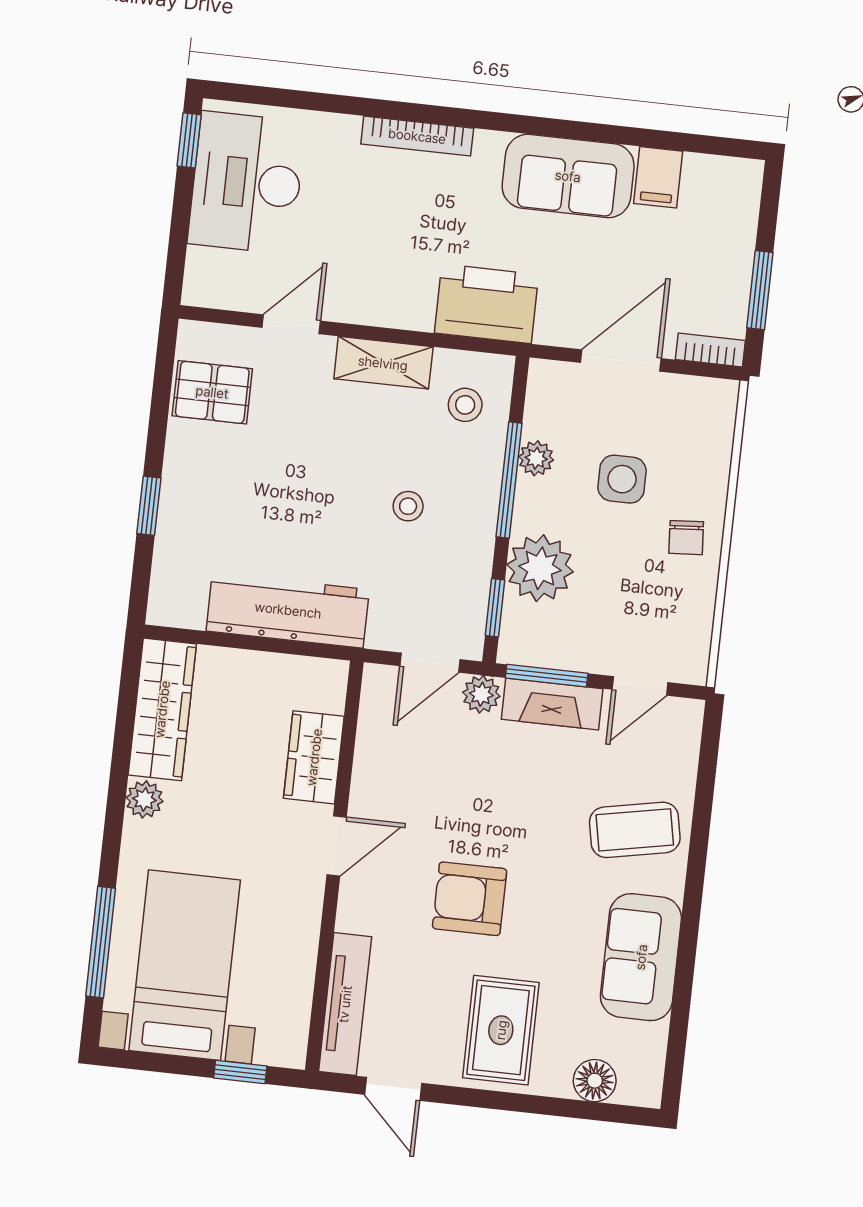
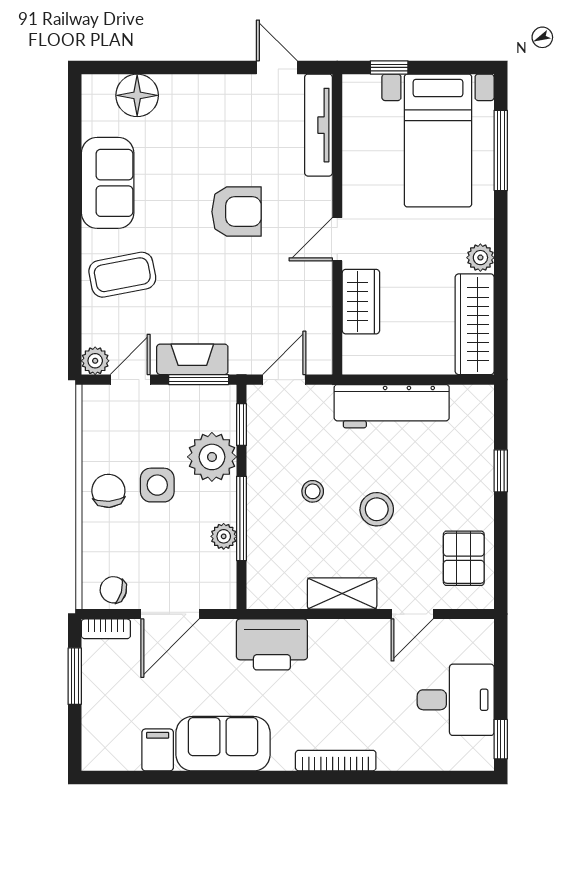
desk: (247, 183) -> (456, 700), width x0.73
pallet: (212, 392) -> (464, 558), turned 90
chair: (694, 402) -> (113, 590), added
stool: (465, 405) -> (377, 509), moved, width x1.37, depth x1.37
side table: (622, 479) -> (157, 485), moved
chair: (686, 538) -> (108, 491), width x1.37, depth x1.37
plant: (481, 694) -> (95, 361), moved
rug: (501, 1030) -> (203, 119), removed
floor lamp: (595, 1081) -> (137, 95), width x1.38, depth x1.38

